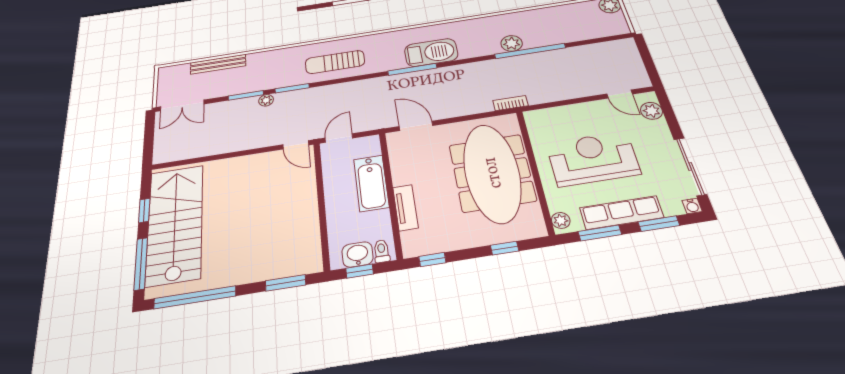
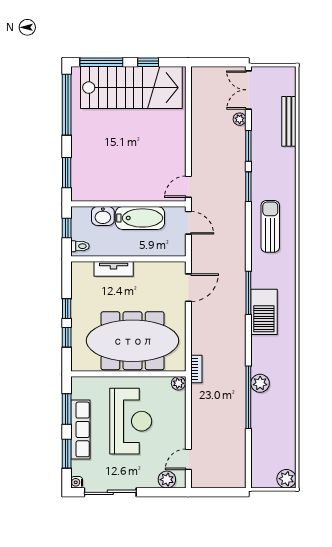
plant: (266, 100) -> (240, 119), moved
bathtub: (371, 183) -> (140, 218), moved, turned 180
plant: (561, 220) -> (178, 383), moved
washbasin: (358, 254) -> (103, 216), moved, turned 90
window: (432, 260) -> (67, 309), moved

